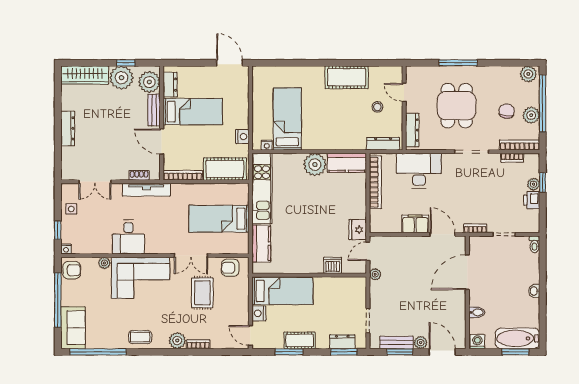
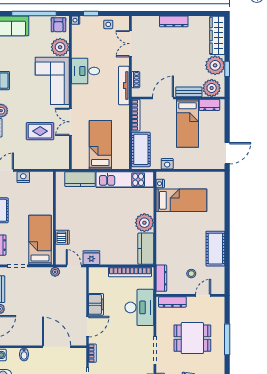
plant: (104, 263) -> (60, 47), width x1.88, depth x1.88
armchair: (230, 268) -> (60, 154), removed
bed: (282, 291) -> (40, 240), moved, turned 180

